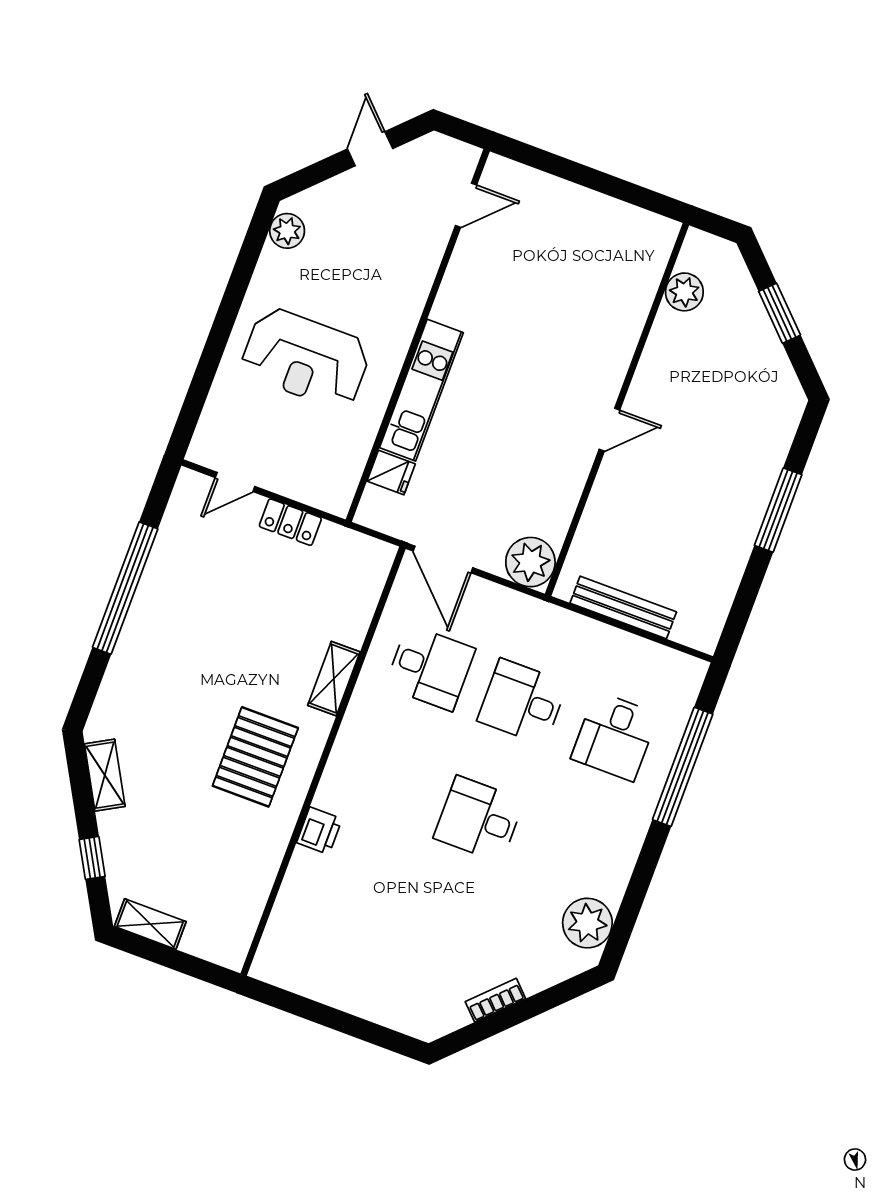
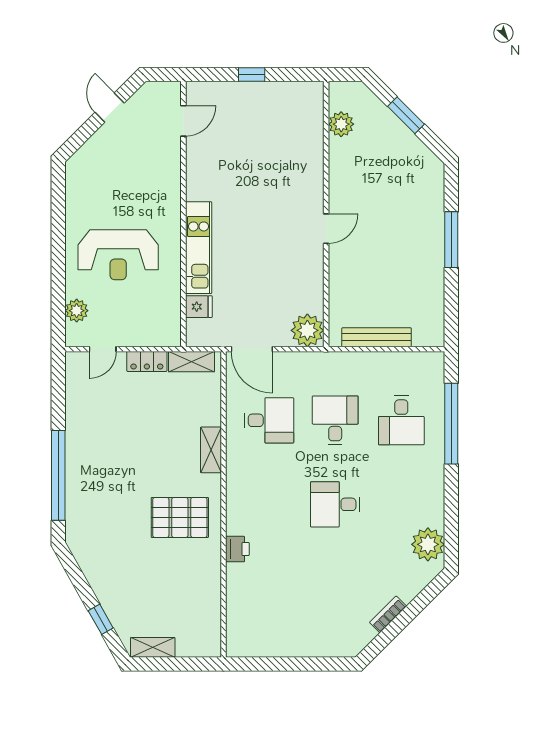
window: (585, 176) -> (252, 74), added
plant: (287, 231) -> (77, 311), moved
window: (125, 588) -> (58, 475), moved
desk: (522, 702) -> (335, 420), turned 90
pallet: (255, 757) -> (180, 517), turned 90
shelving: (105, 775) -> (191, 362), moved, turned -61

